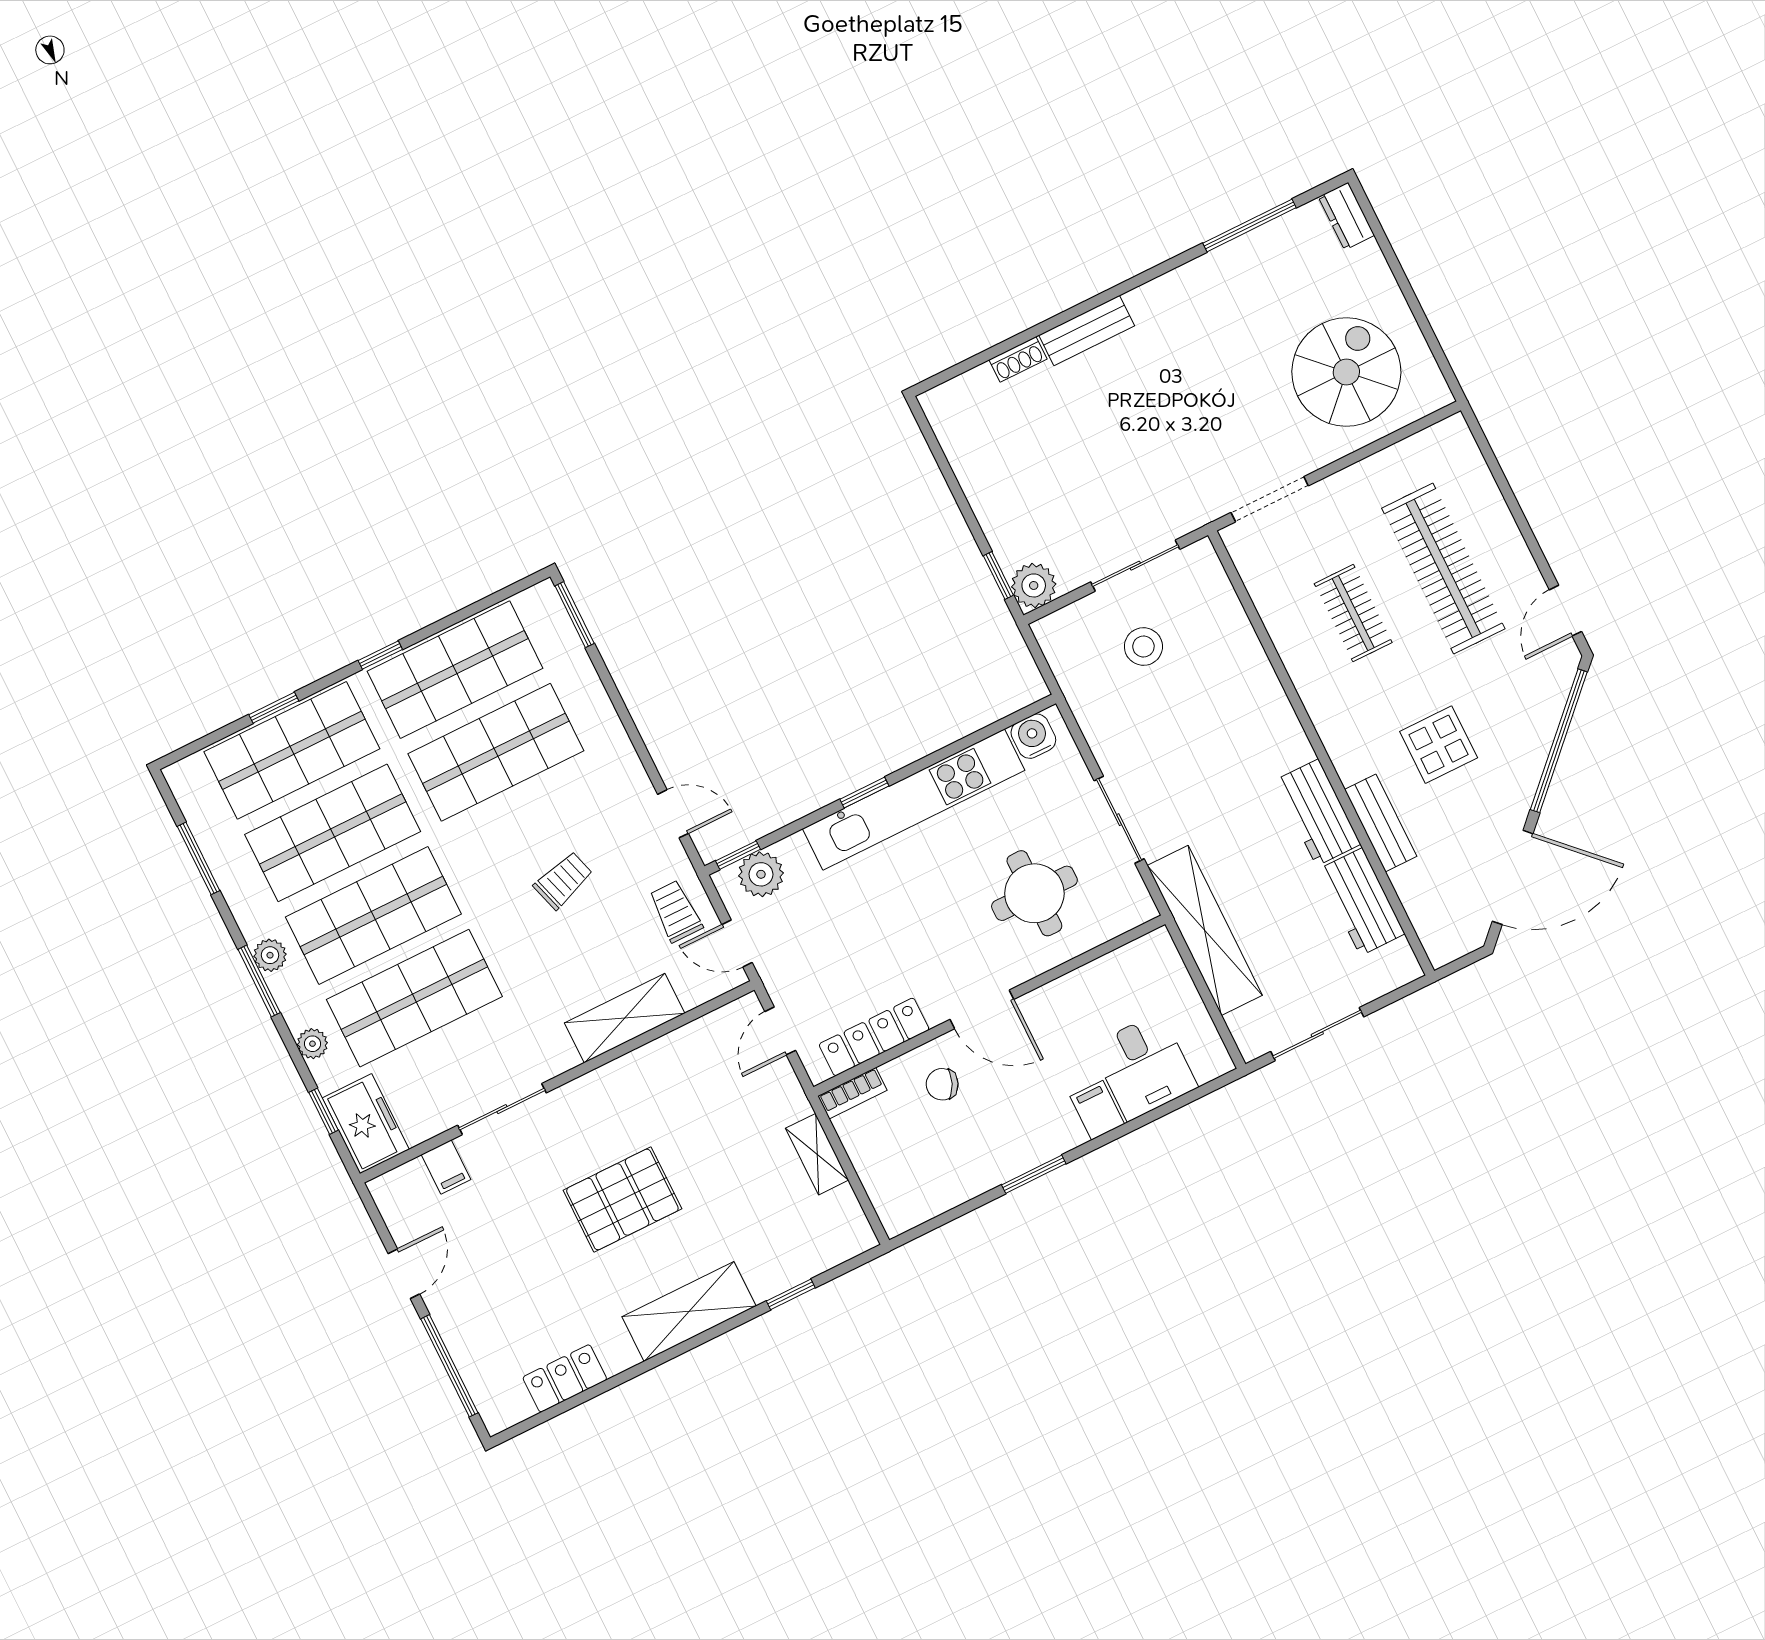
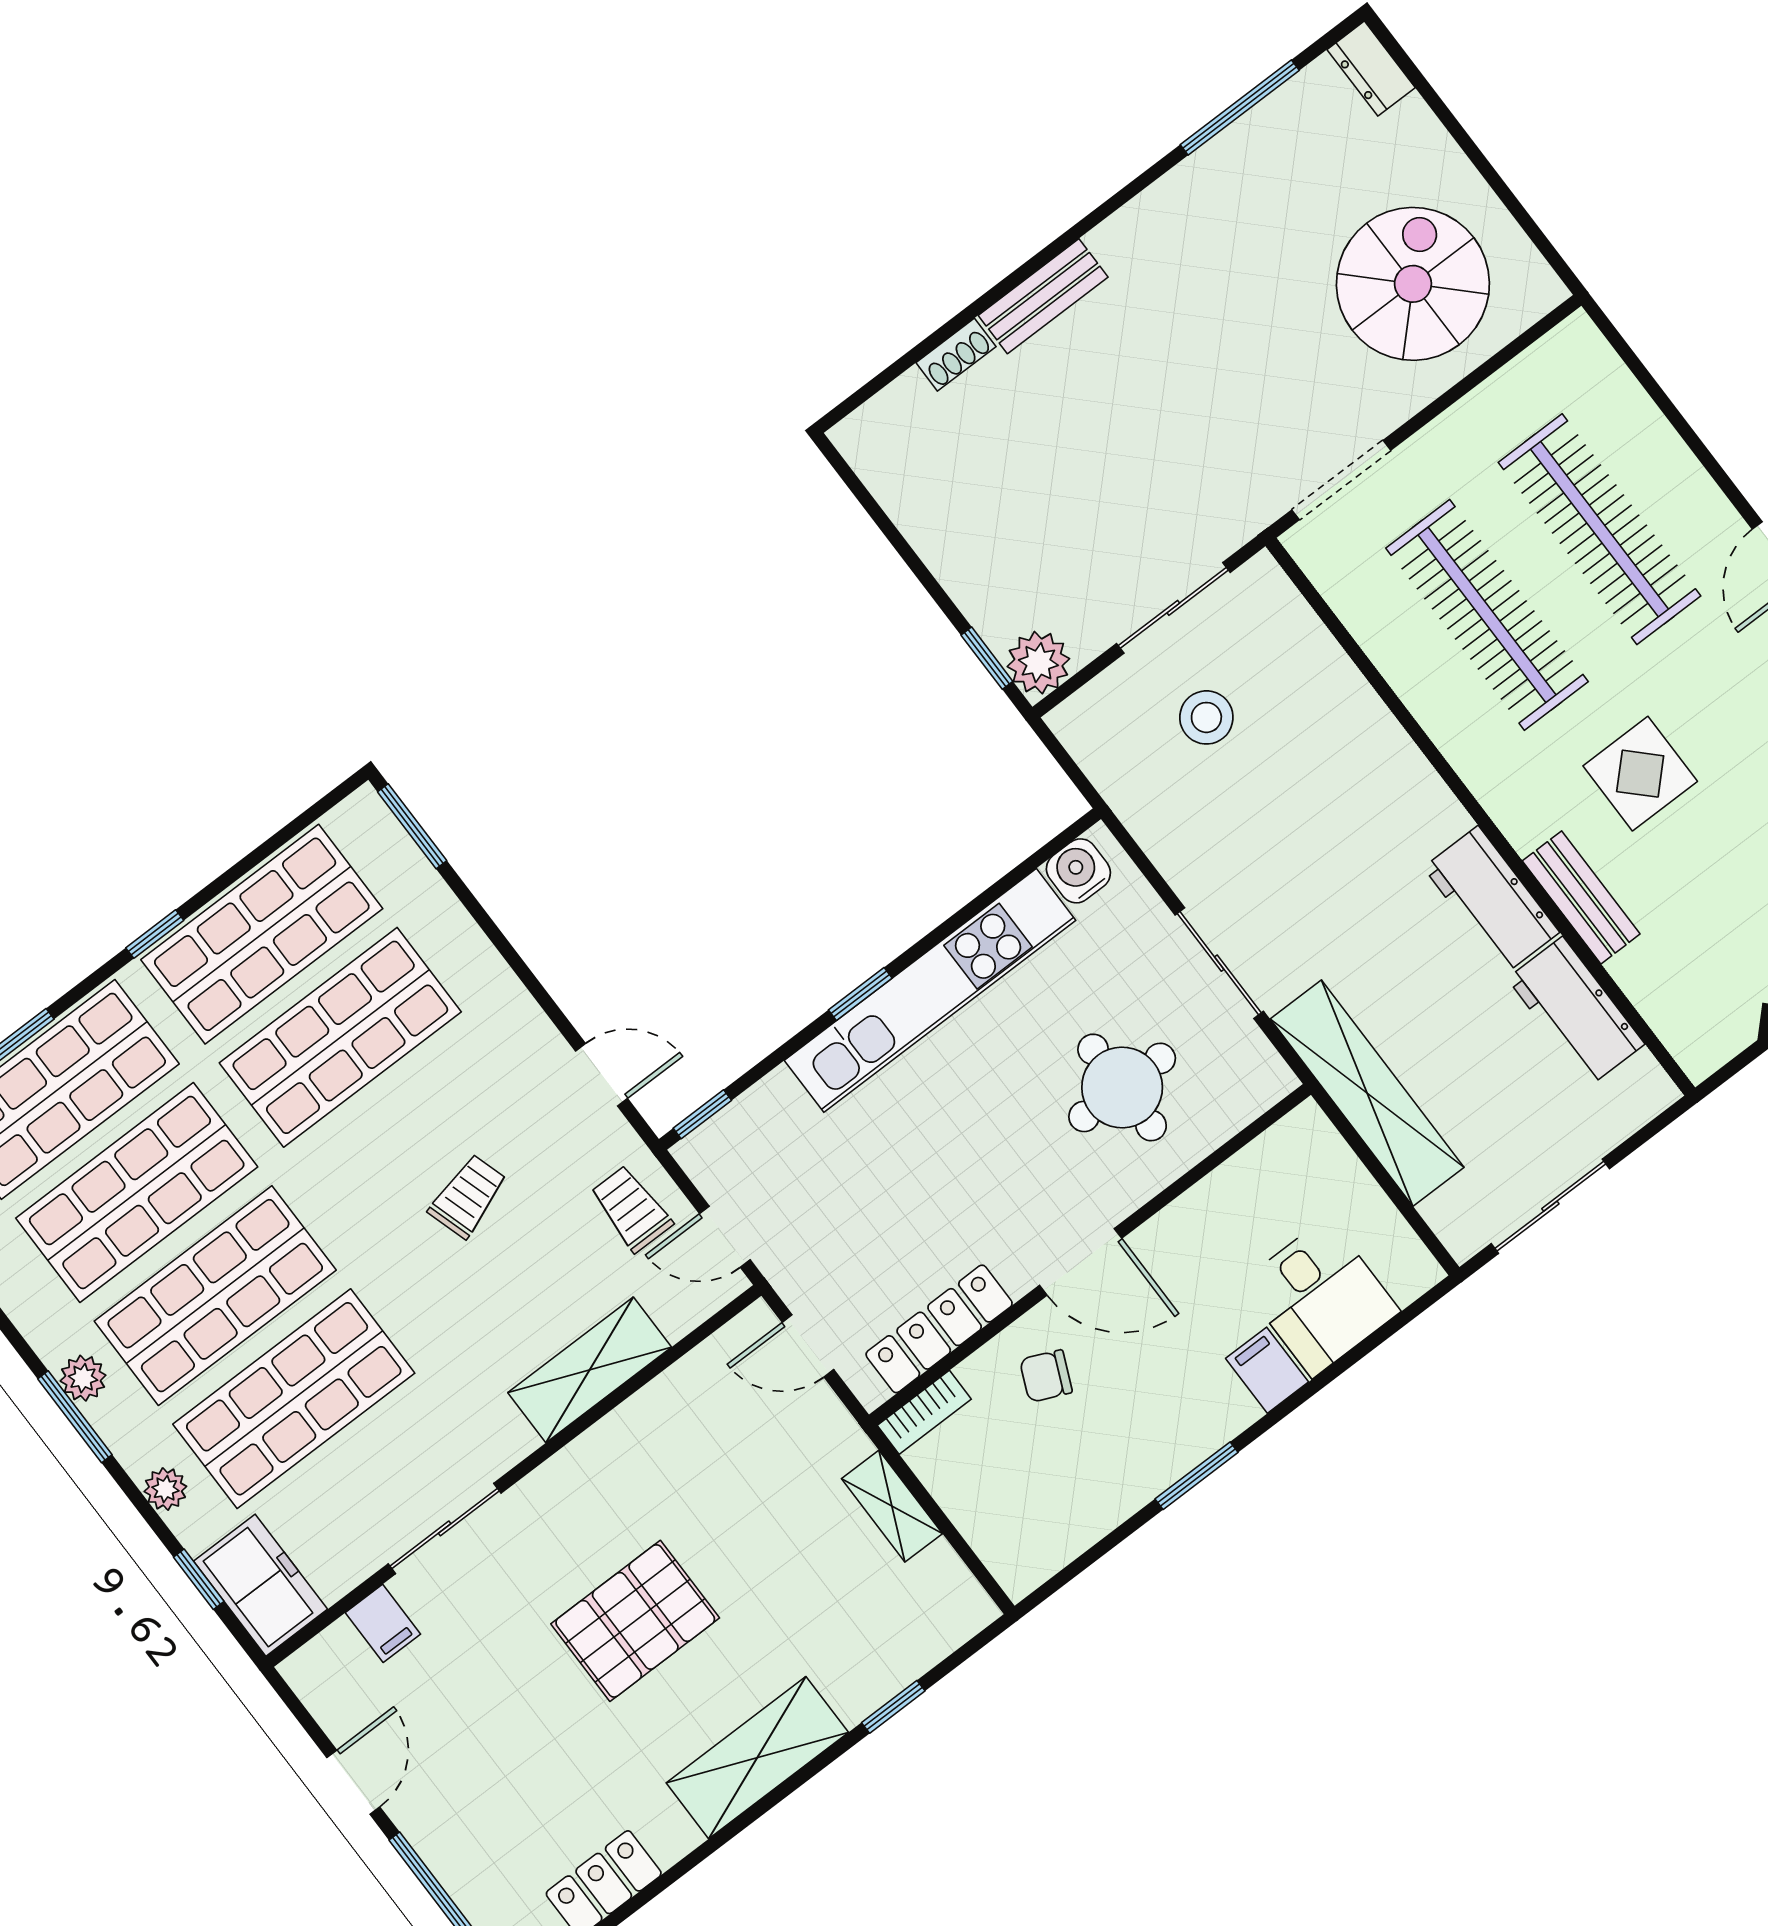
clothes rail: (1353, 613) -> (1487, 615), width x1.86, depth x1.31
plant: (761, 874) -> (739, 1135), removed
door: (780, 1031) -> (808, 1346), hinge flipped

